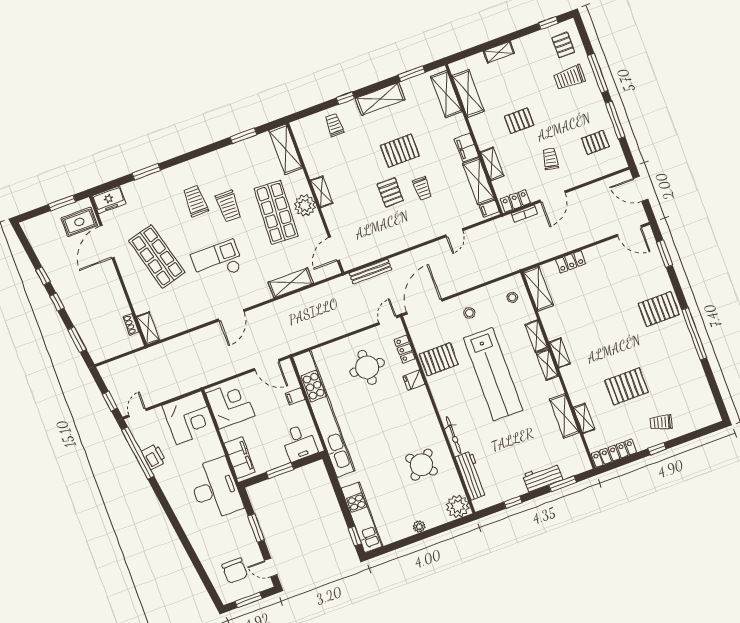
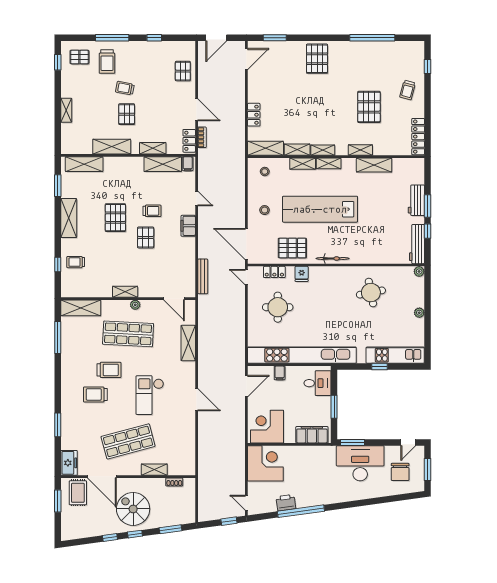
shelving: (468, 93) -> (112, 147), moved
window: (345, 98) -> (58, 264), moved
window: (615, 120) -> (154, 38), width x0.46
window: (243, 136) -> (58, 337), width x1.44
pallet: (595, 143) -> (183, 71), moved
filing cabinet: (467, 147) -> (188, 226), moved, turned 90
trolley: (550, 159) -> (125, 88), moved
pallet: (390, 192) -> (146, 237), turned 90
plant: (305, 205) -> (135, 305), width x0.53, depth x0.53
spiral stairs: (84, 290) -> (133, 509), added
shelving: (550, 324) -> (297, 150), added
shelving: (148, 328) -> (154, 470), moved
window: (694, 334) -> (372, 38), moved
pallet: (439, 359) -> (292, 248), turned 90
lab bench: (493, 374) -> (320, 209), turned 180
shelving: (584, 418) -> (360, 150), moved
bicycle: (453, 435) -> (333, 258), moved
window: (657, 449) -> (427, 67), moved
window: (138, 453) -> (301, 511), moved
round table: (422, 465) -> (371, 293), turned 30
workbench: (471, 475) -> (417, 244), moved, turned -90
window: (563, 484) -> (427, 206), moved
desk: (215, 489) -> (360, 463), moved
plant: (458, 506) -> (419, 271), width x0.53, depth x0.53
window: (256, 528) -> (353, 442), moved
window: (355, 536) -> (379, 366), moved
chair: (235, 571) -> (400, 472), turned 90

